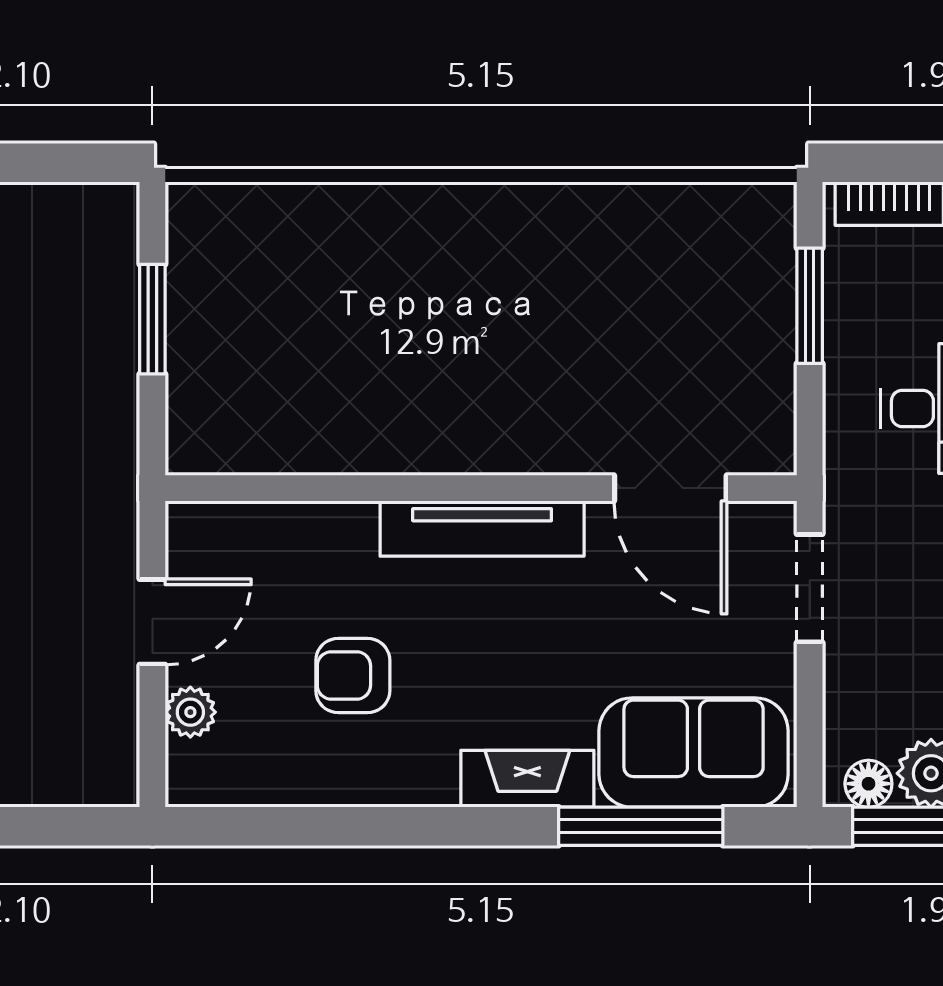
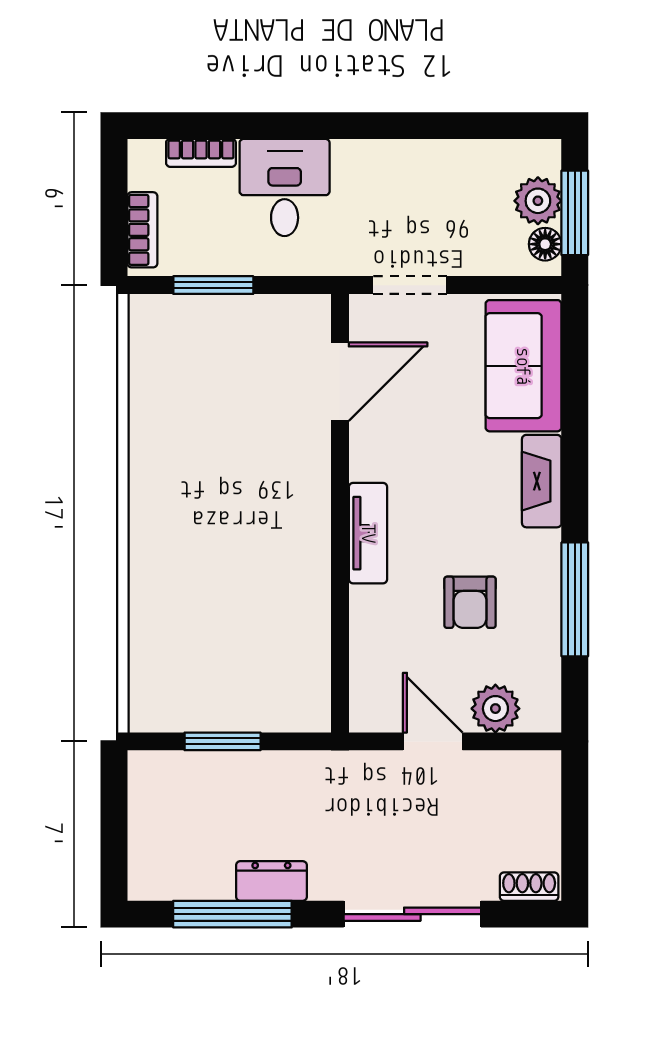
tv unit: (482, 529) -> (368, 533), width x0.71
plant: (190, 712) -> (495, 709), width x1.38, depth x1.38
window: (641, 826) -> (575, 599), moved

